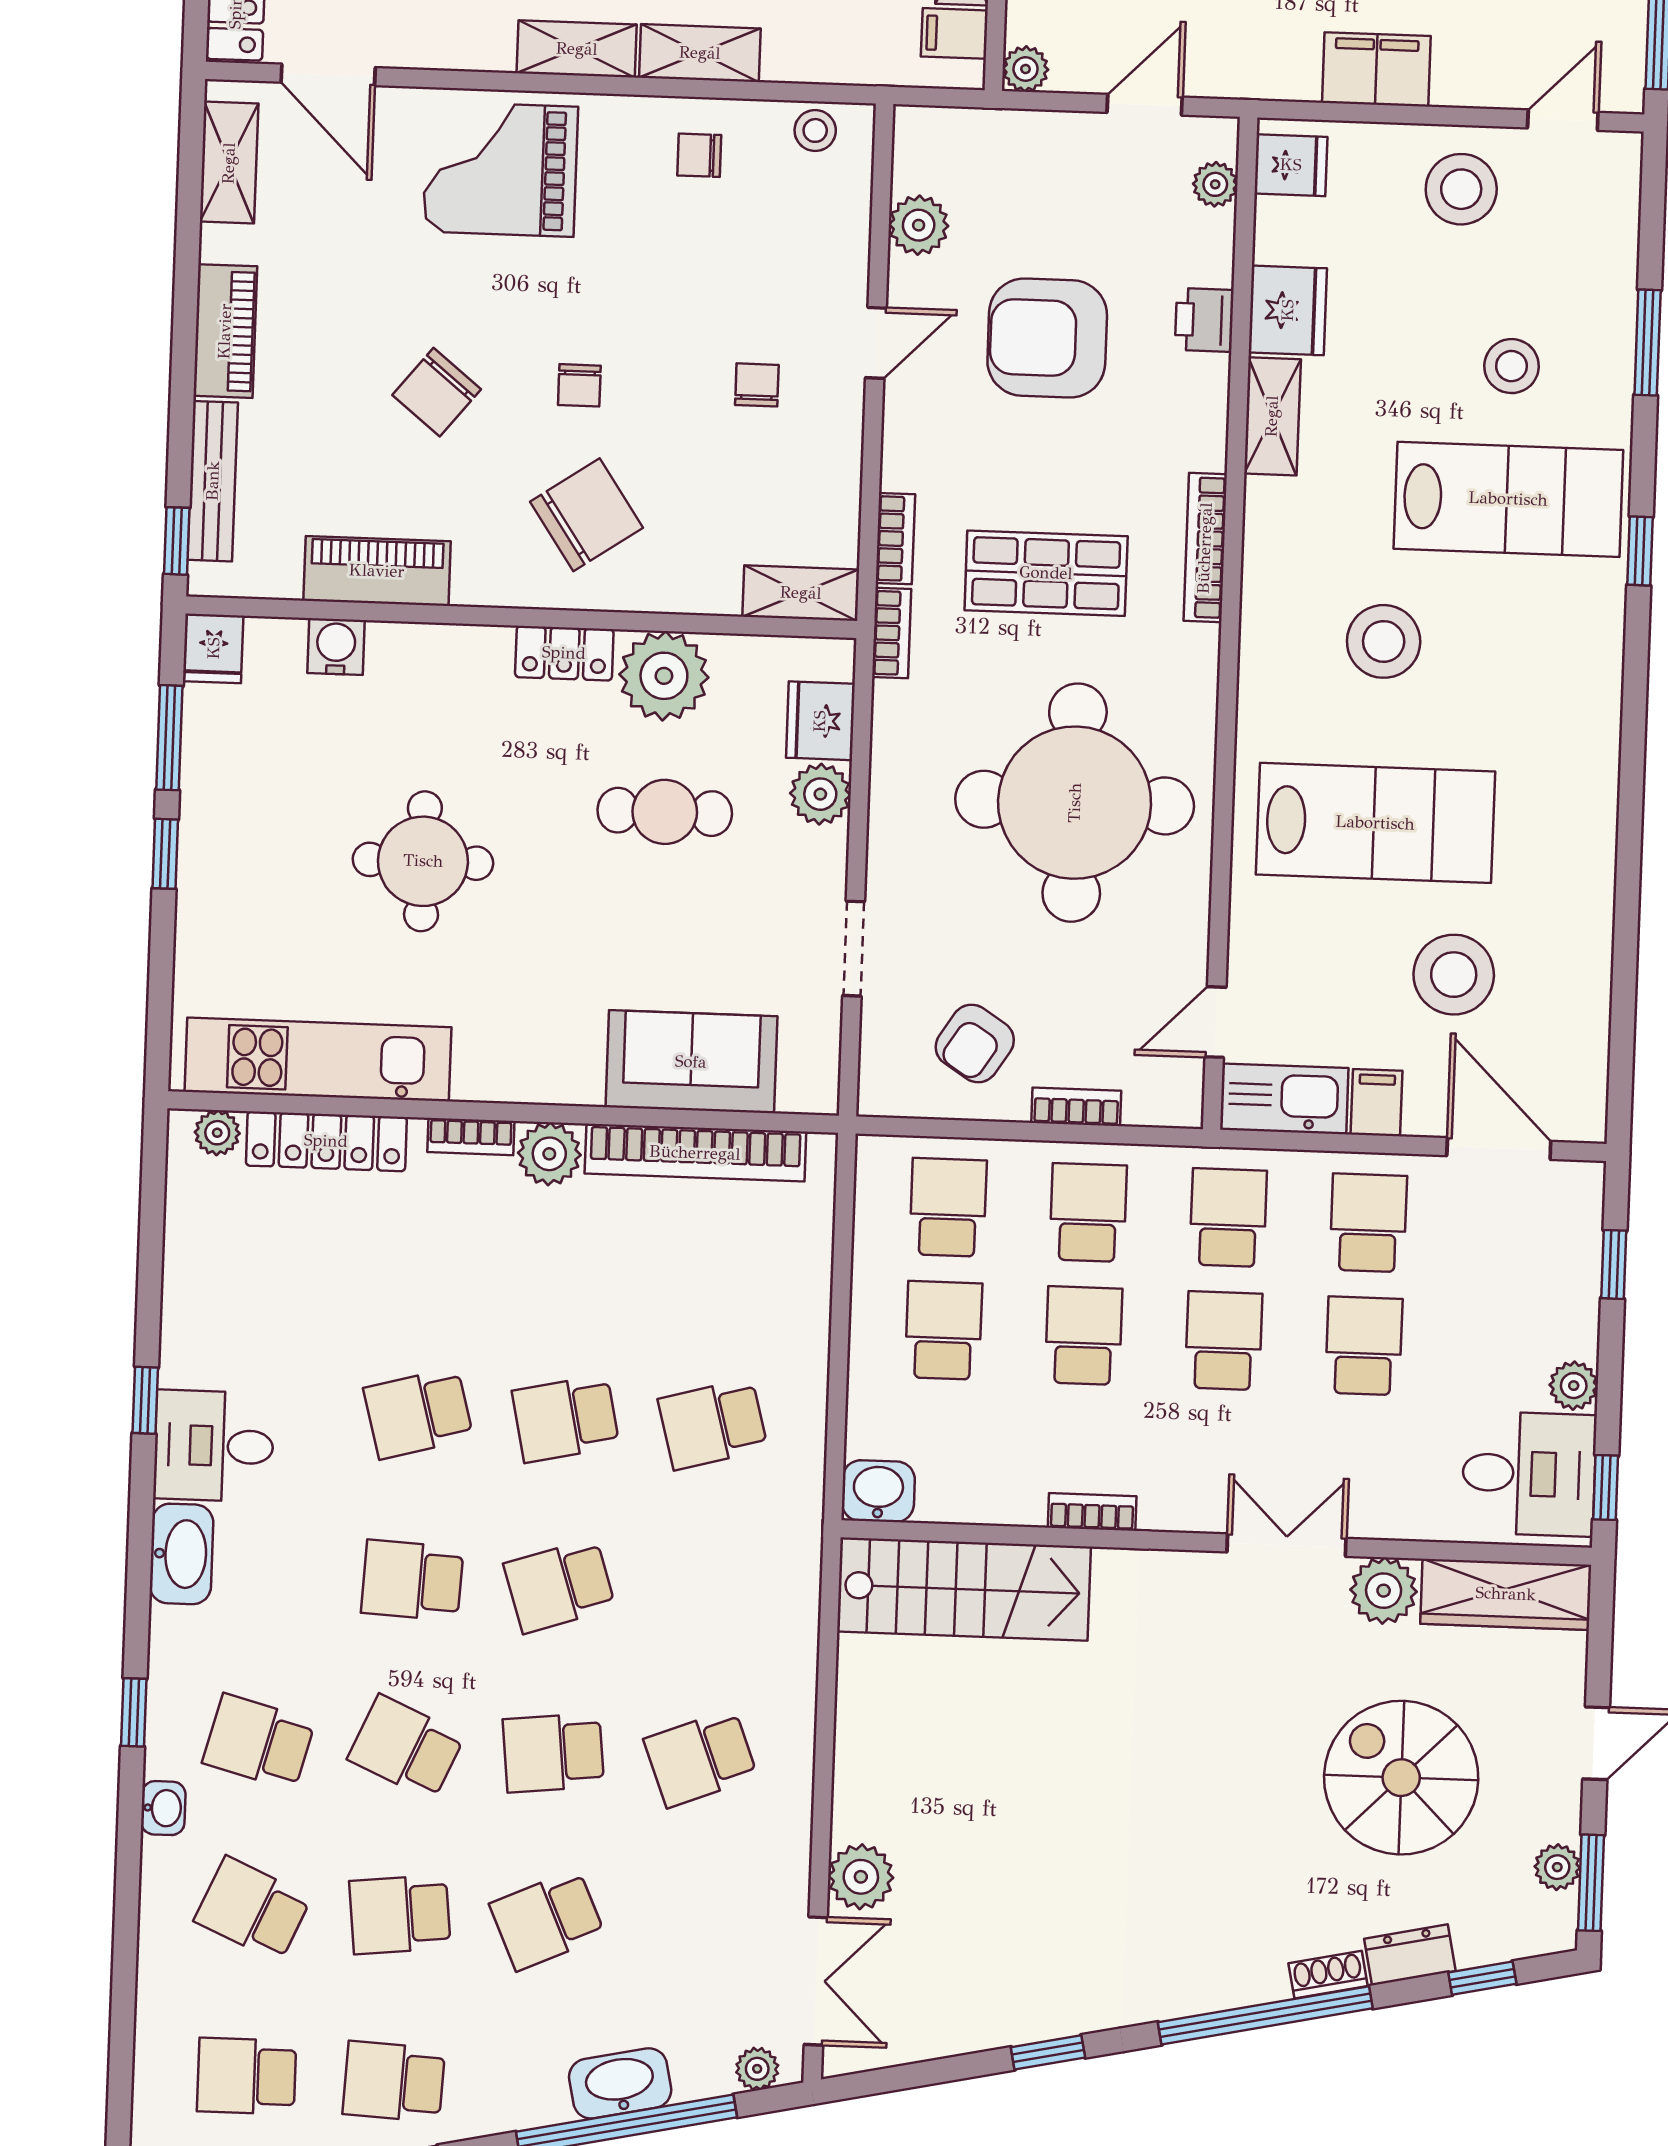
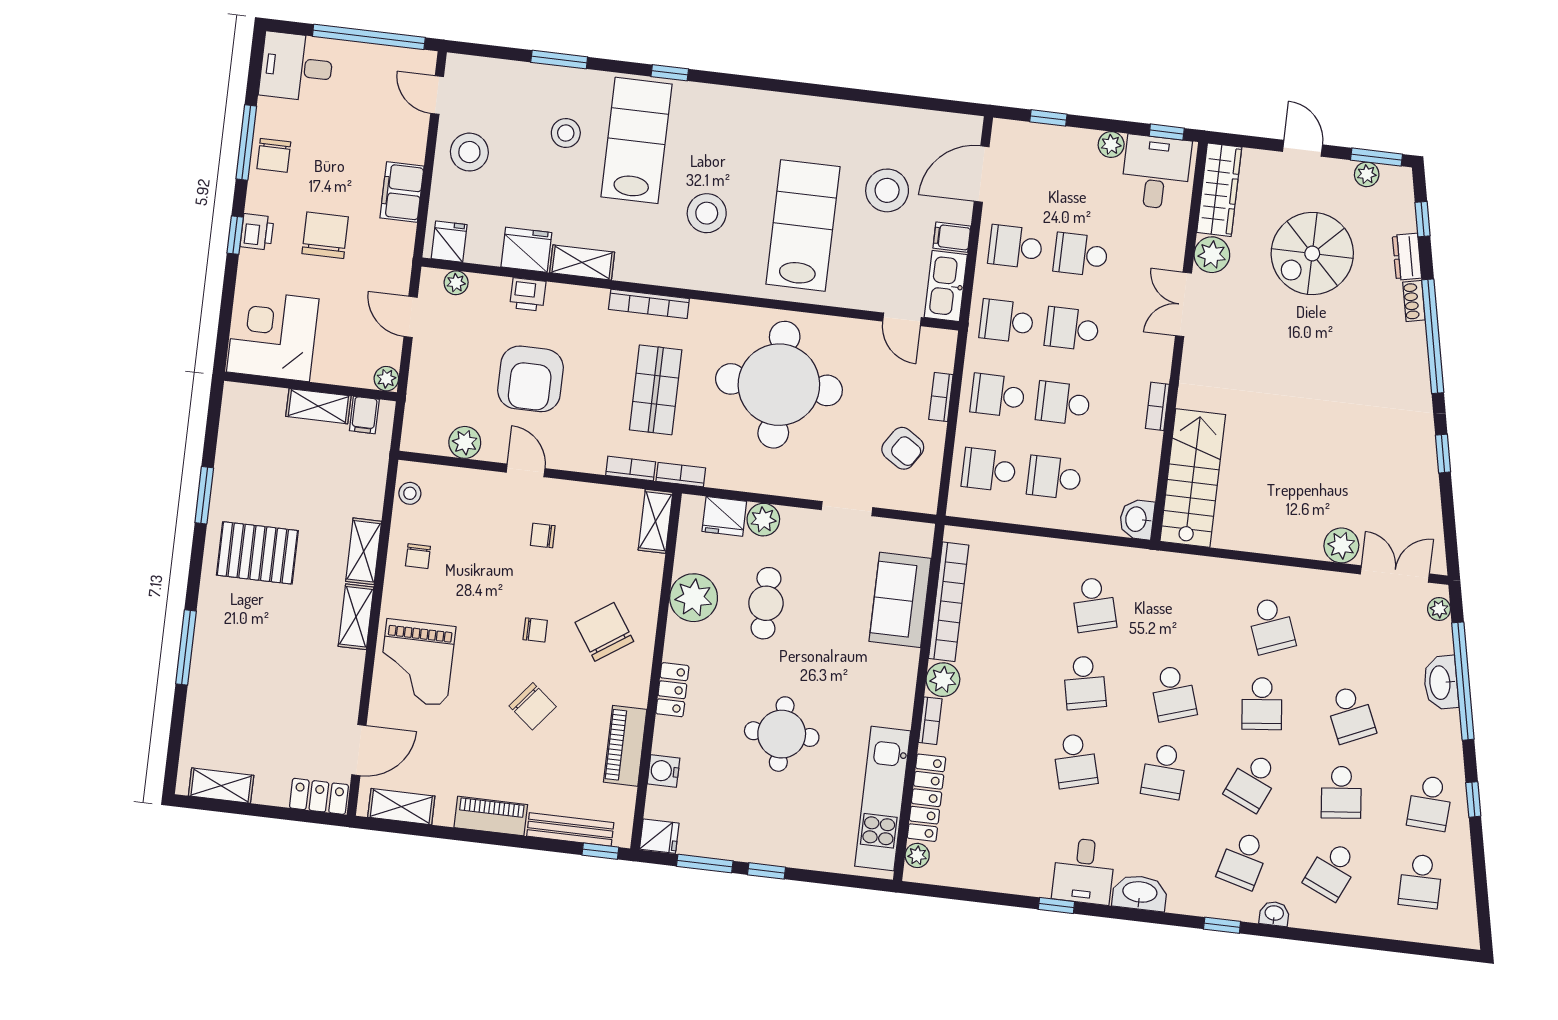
locker: (564, 653) -> (672, 690), moved

